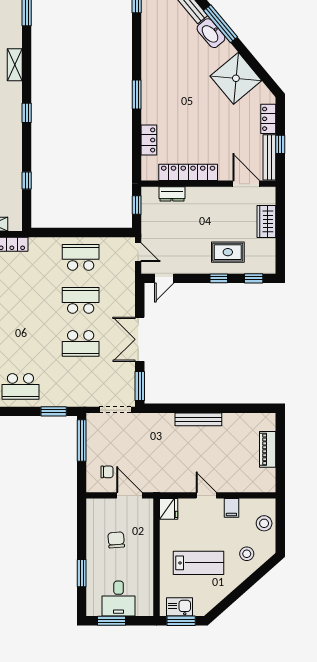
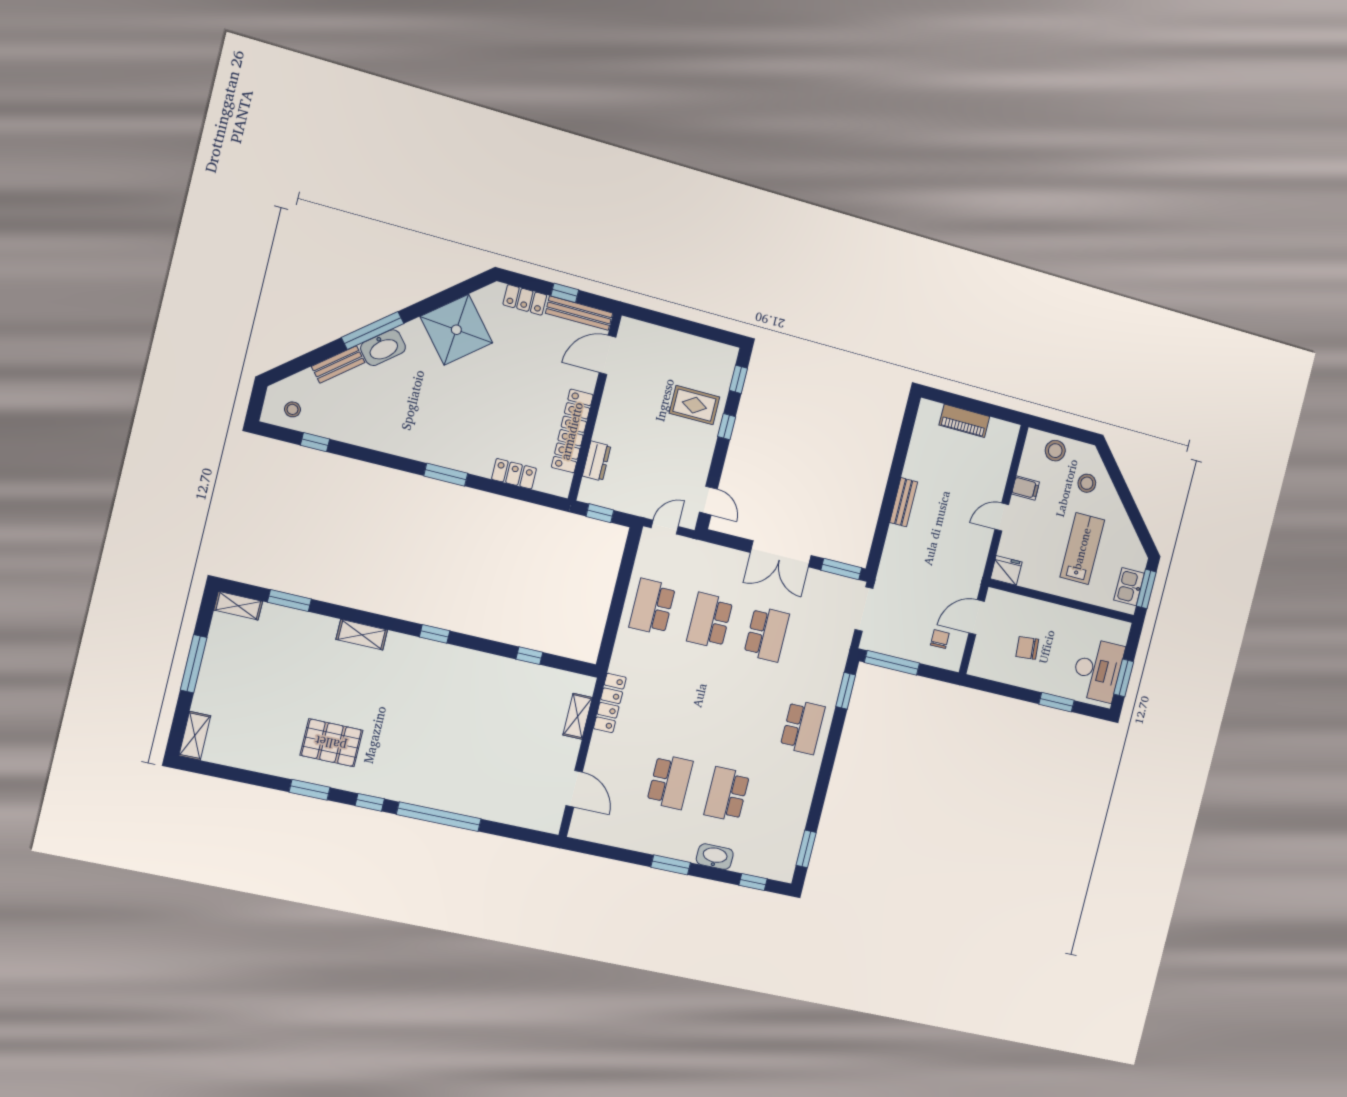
wardrobe: (266, 221) -> (666, 341), removed
rug: (228, 252) -> (694, 405), turned 90
bench: (198, 419) -> (904, 502), width x0.73
desk: (119, 599) -> (1097, 670), width x1.37

